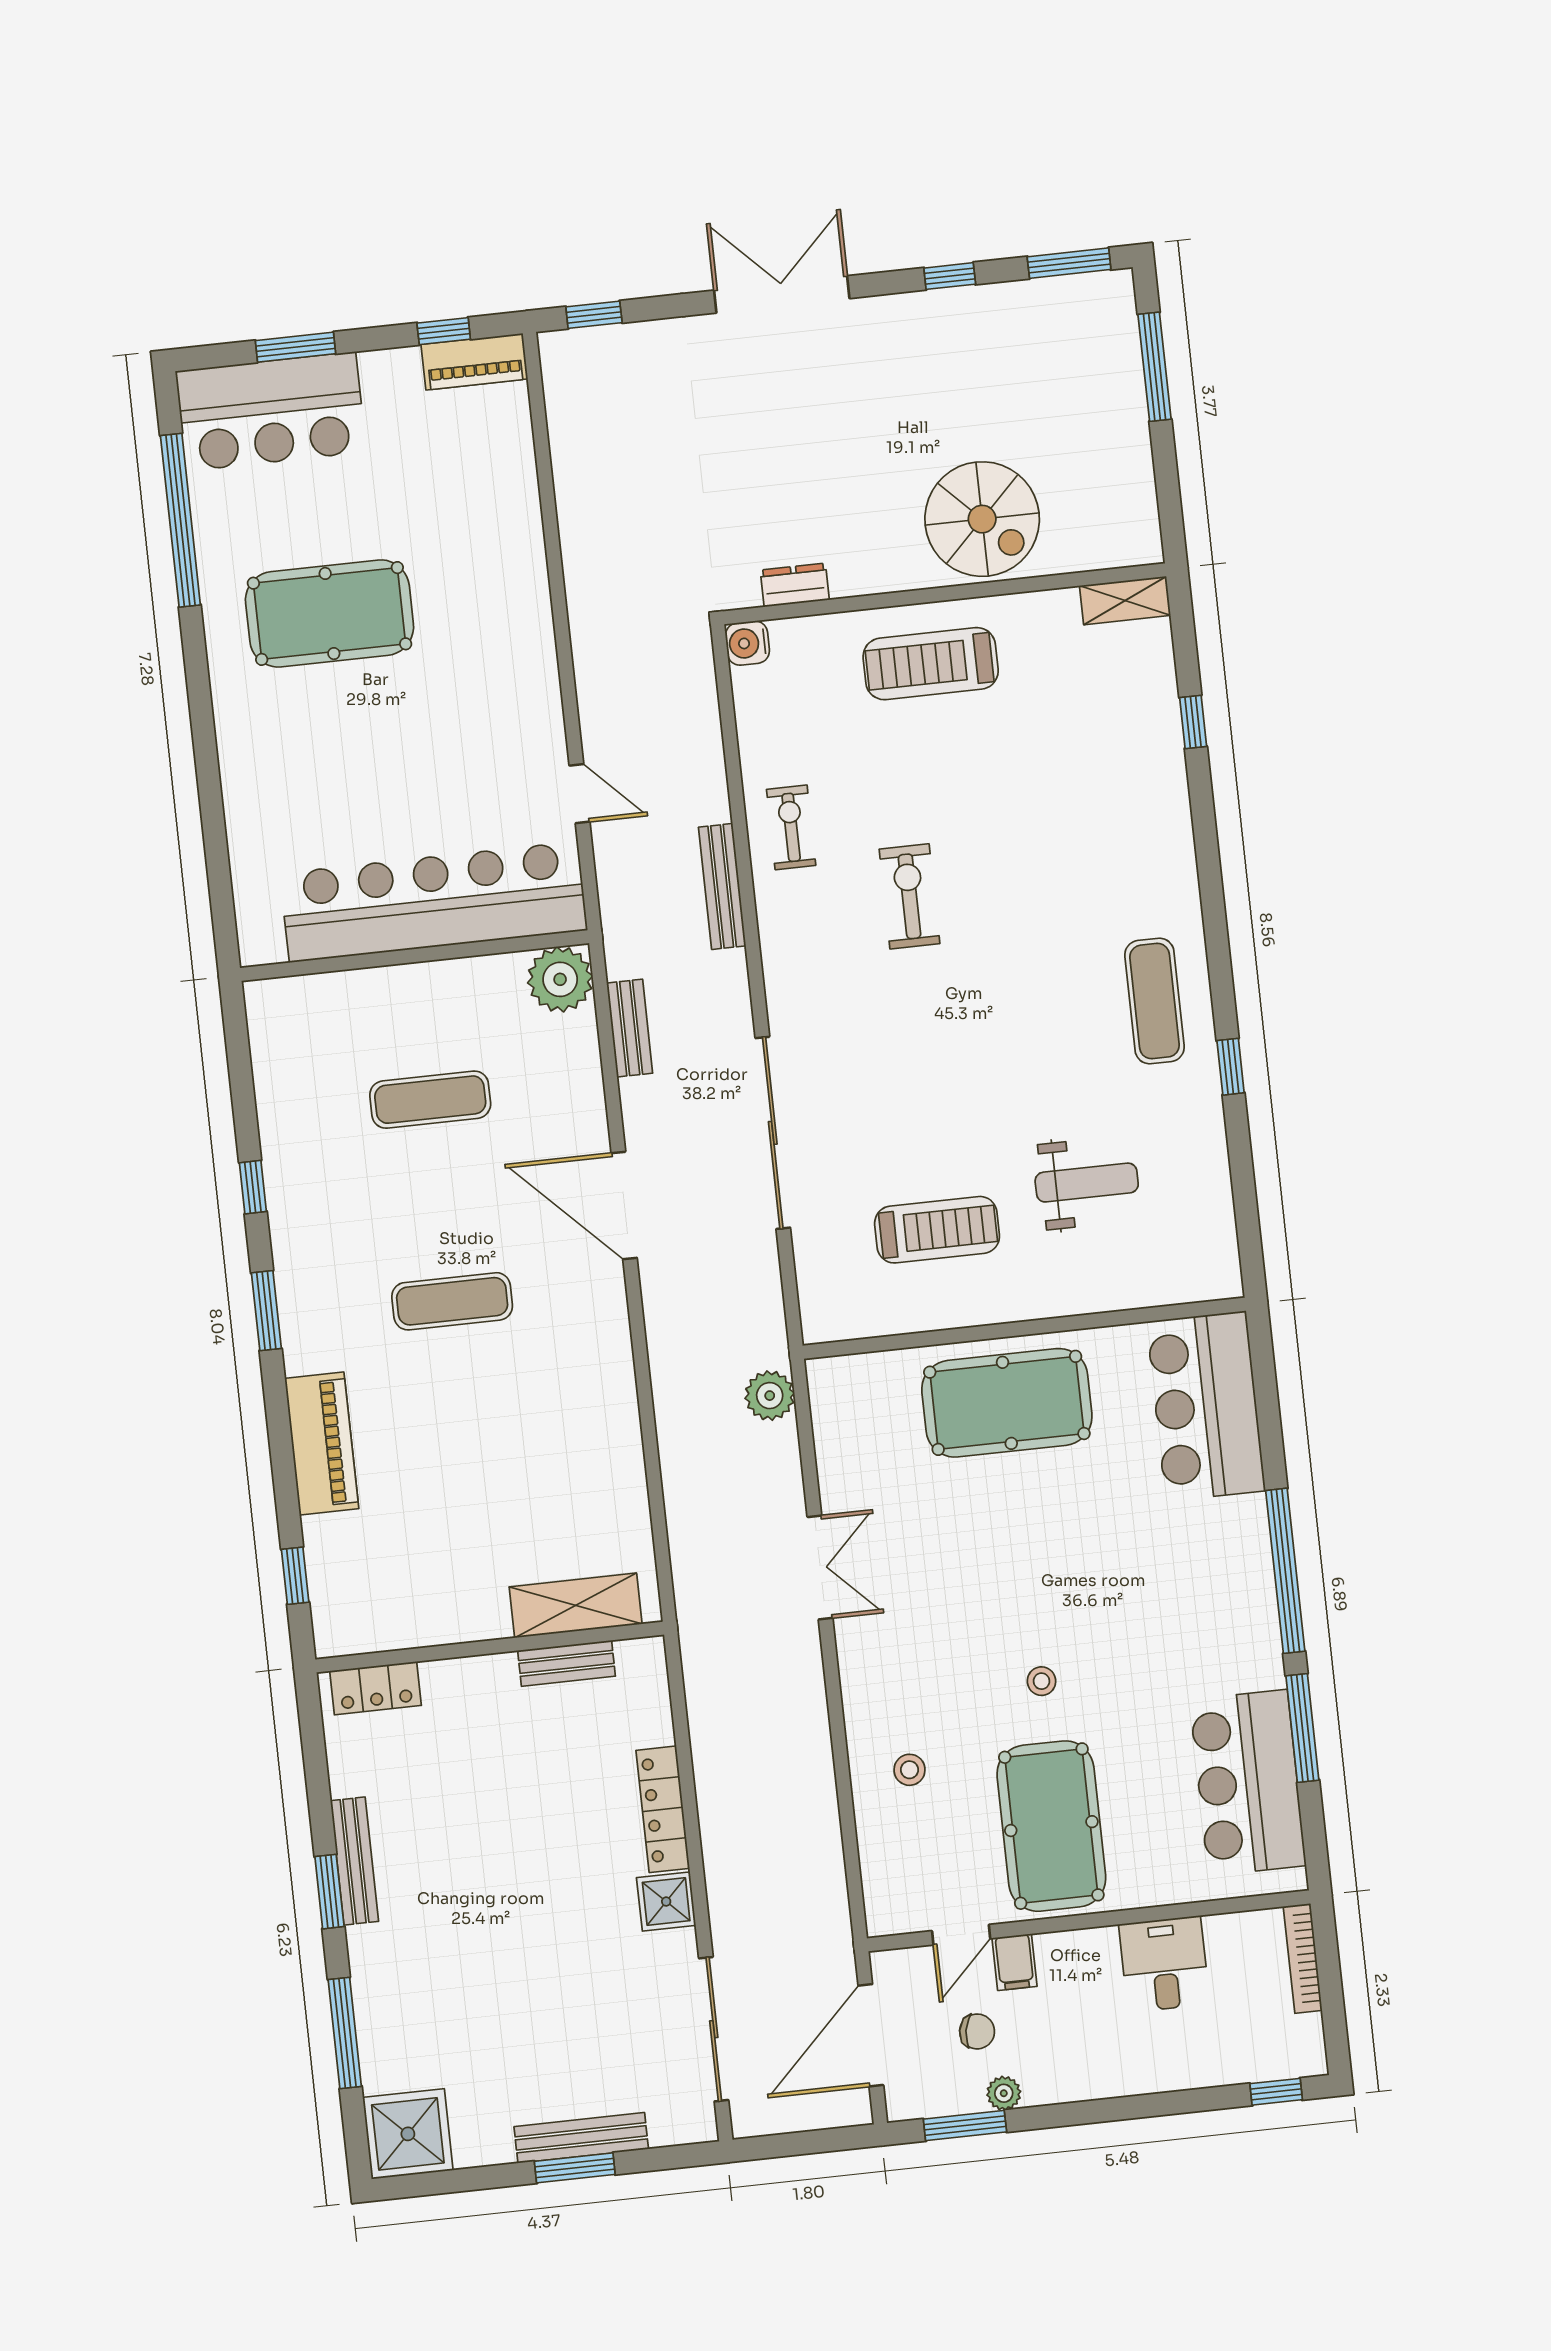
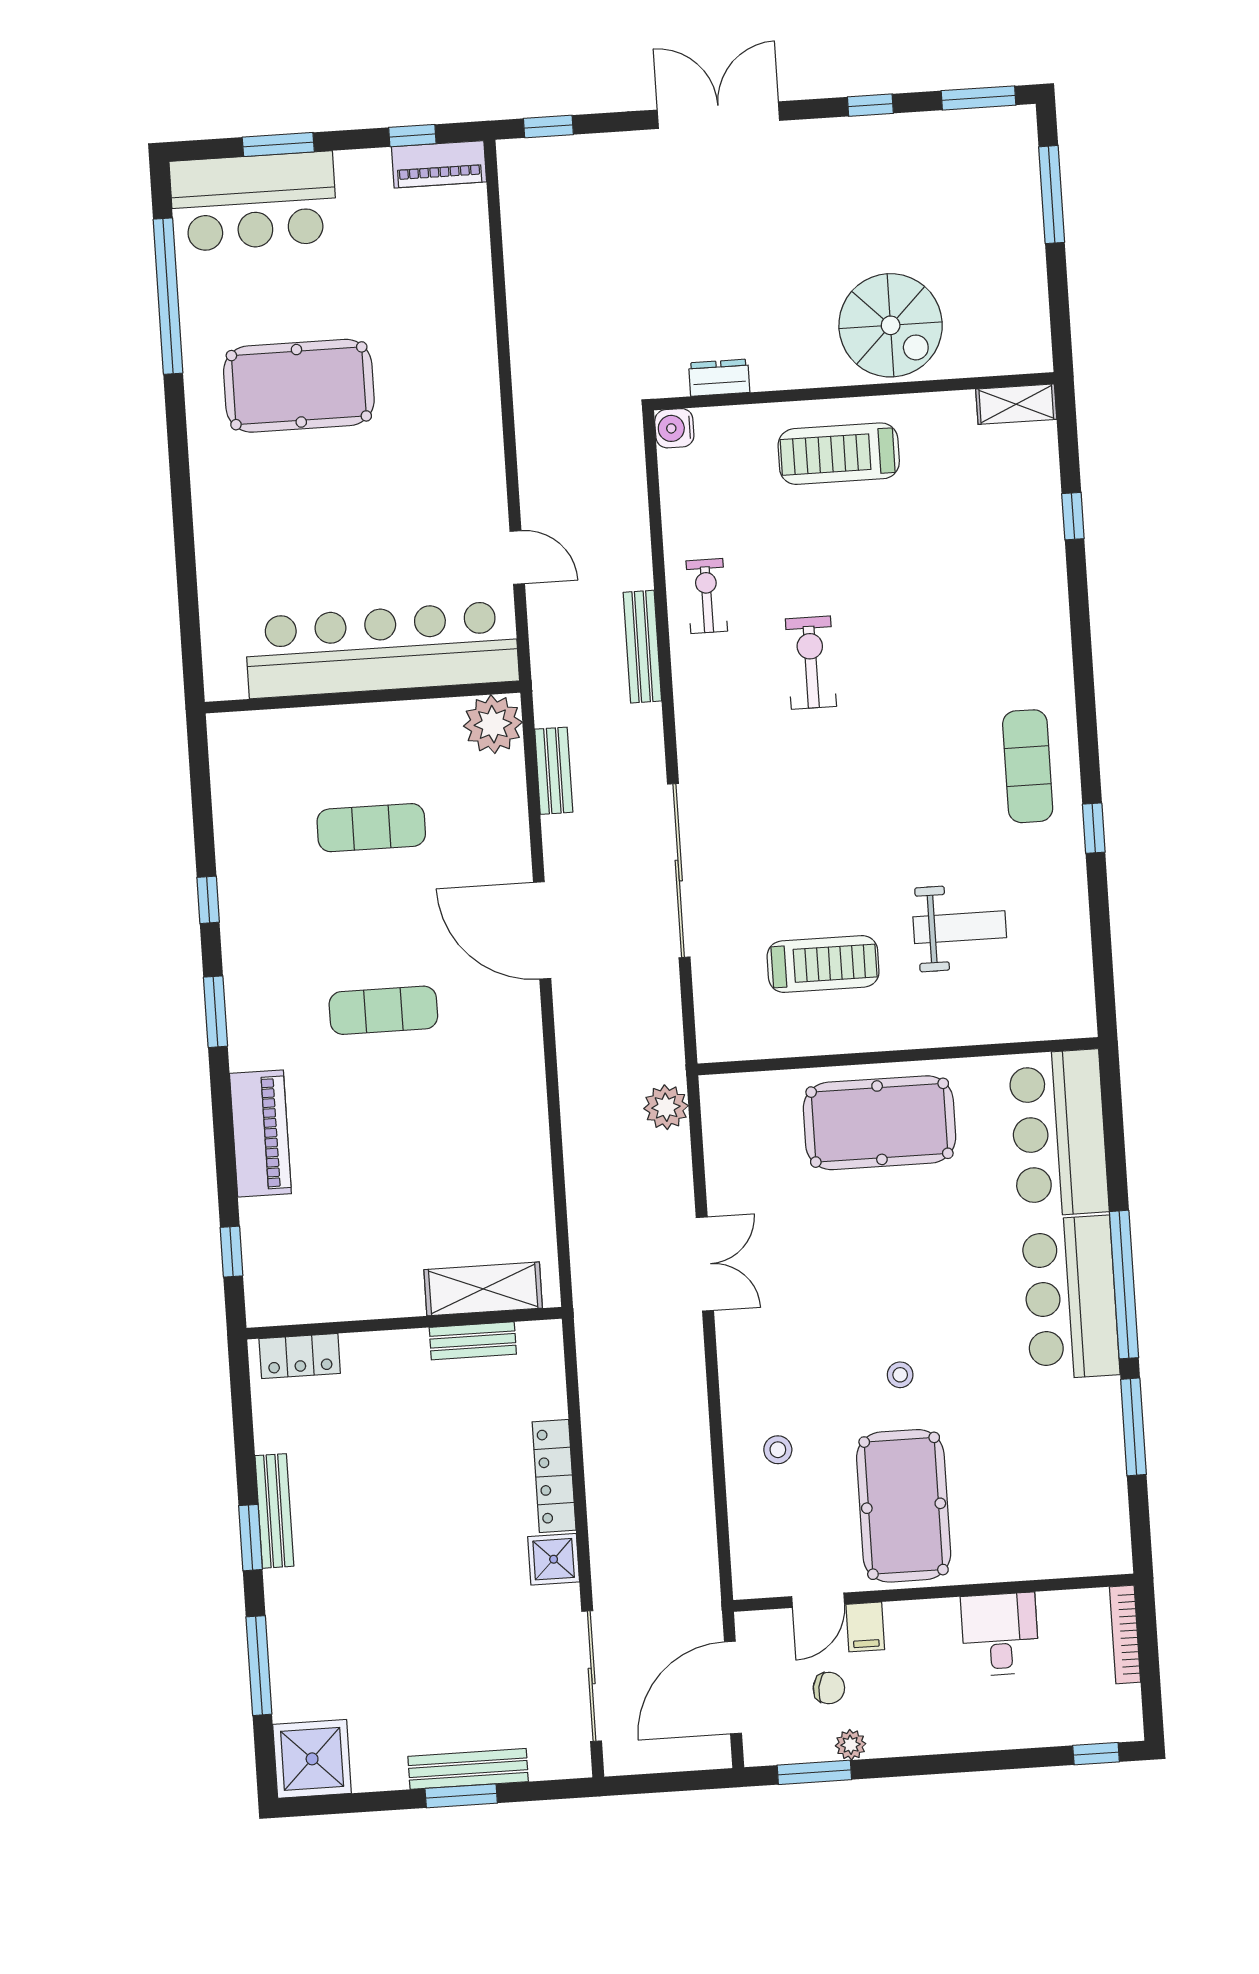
bar counter: (1248, 1783) -> (1071, 1298), moved

